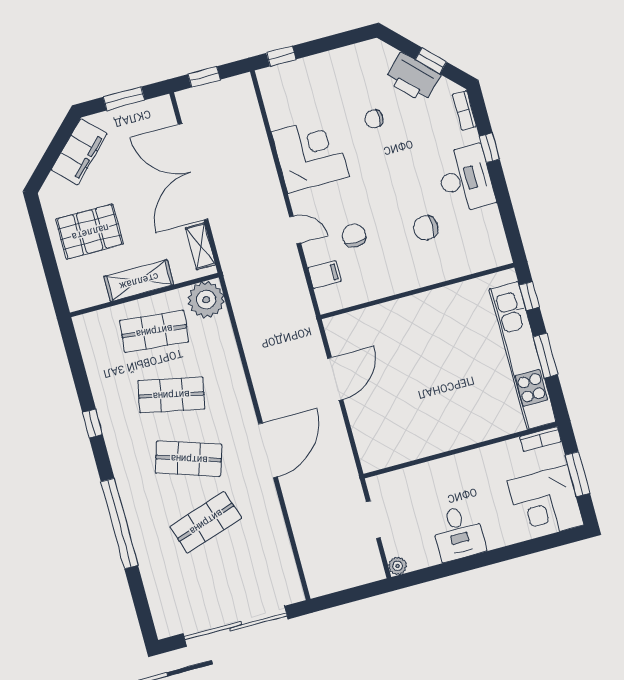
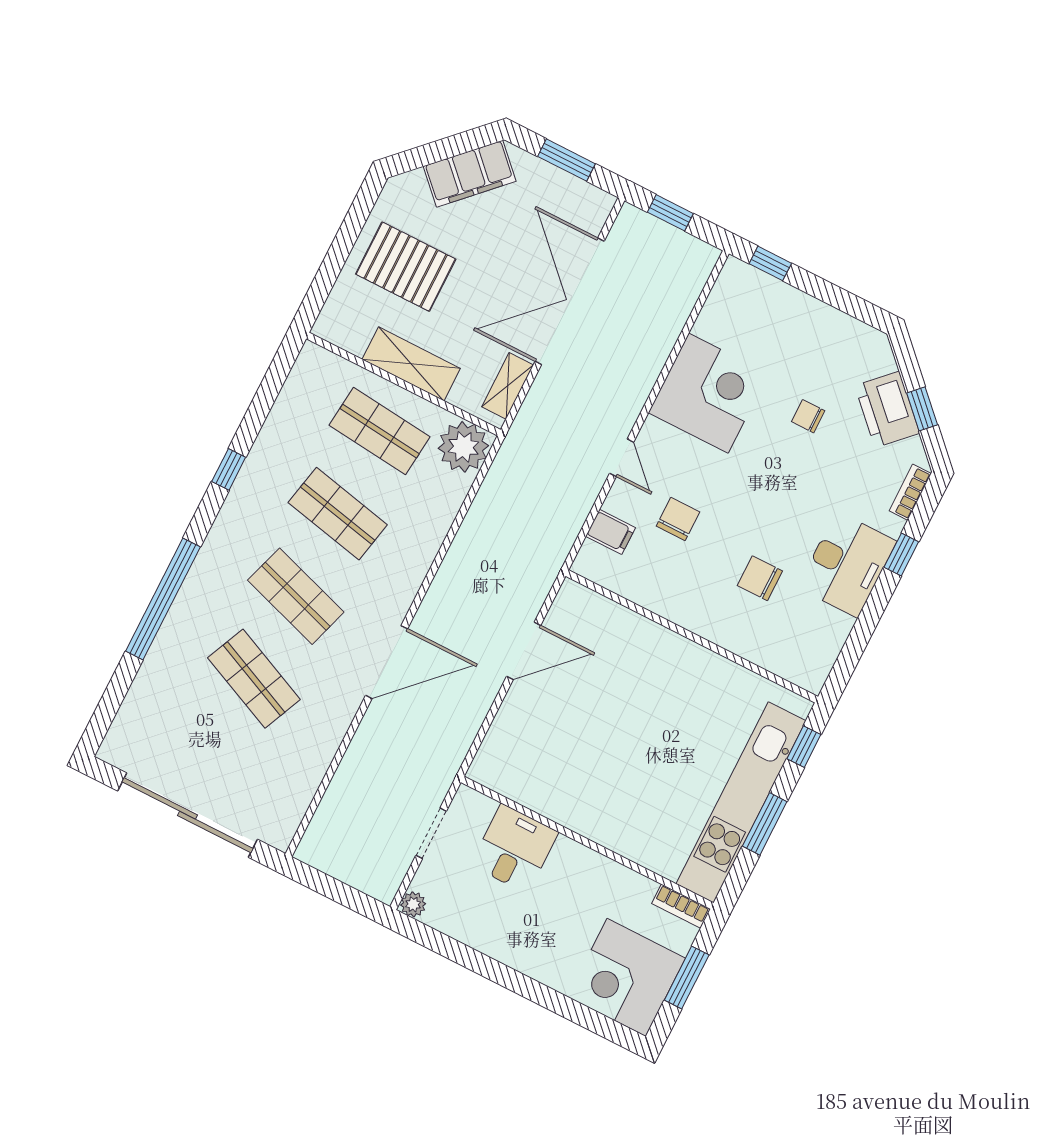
shop shelf: (206, 522) -> (254, 679), turned 42
desk: (458, 533) -> (514, 849), moved, turned 180

